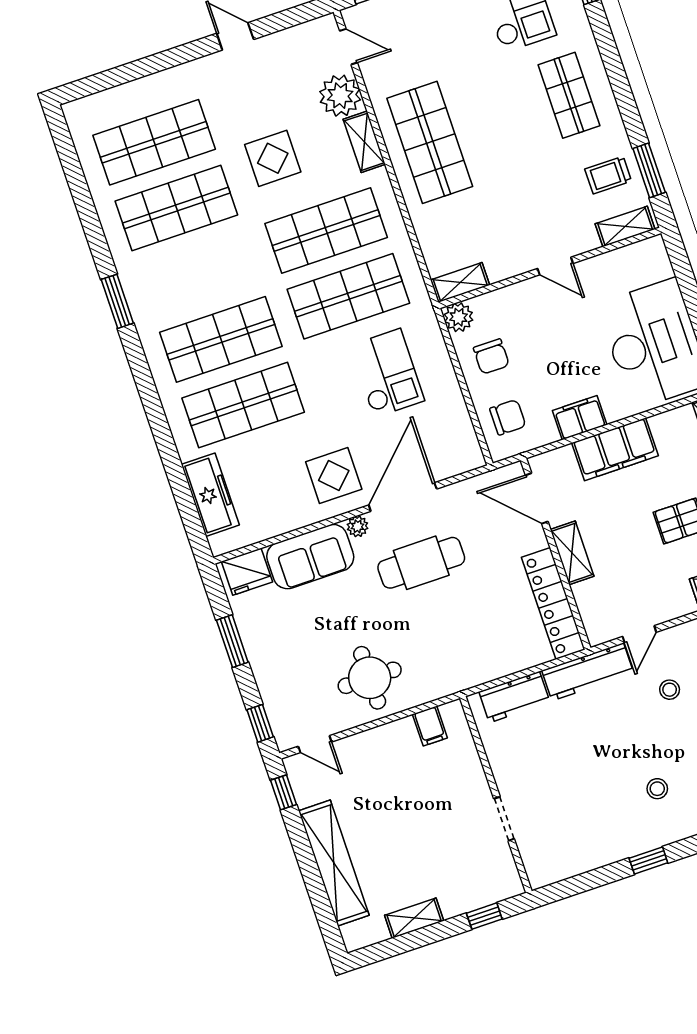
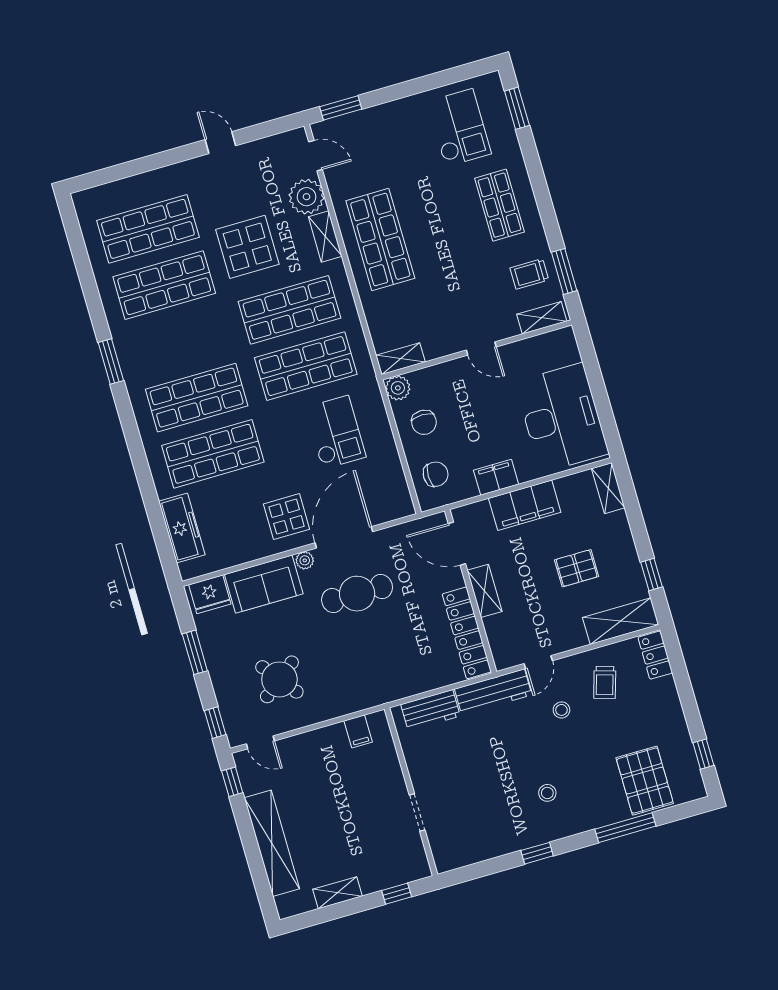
display table: (273, 158) -> (247, 247), width x1.36, depth x1.36
round table: (370, 678) -> (279, 679), moved, turned -38

